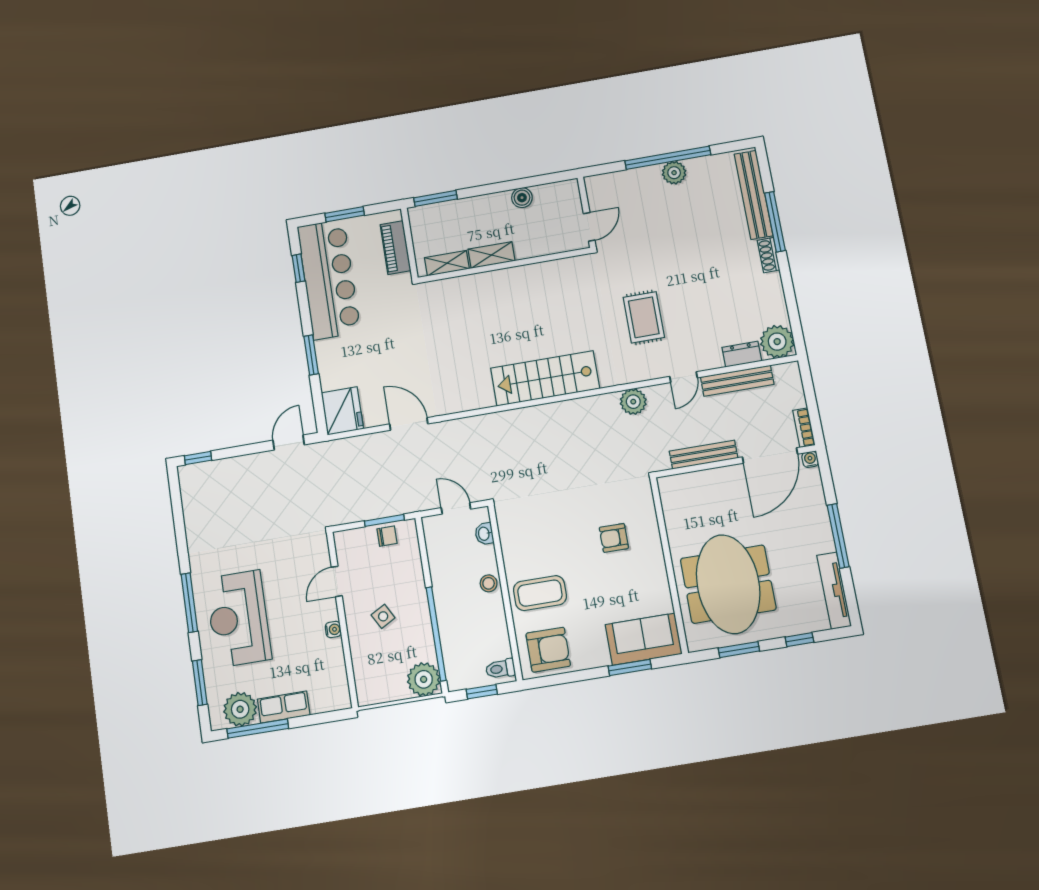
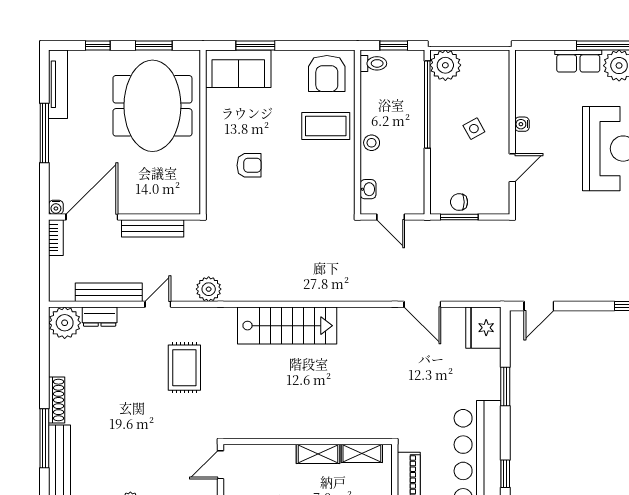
shoe rack: (769, 255) -> (57, 400), width x1.43
armchair: (548, 650) -> (327, 74), turned -90

